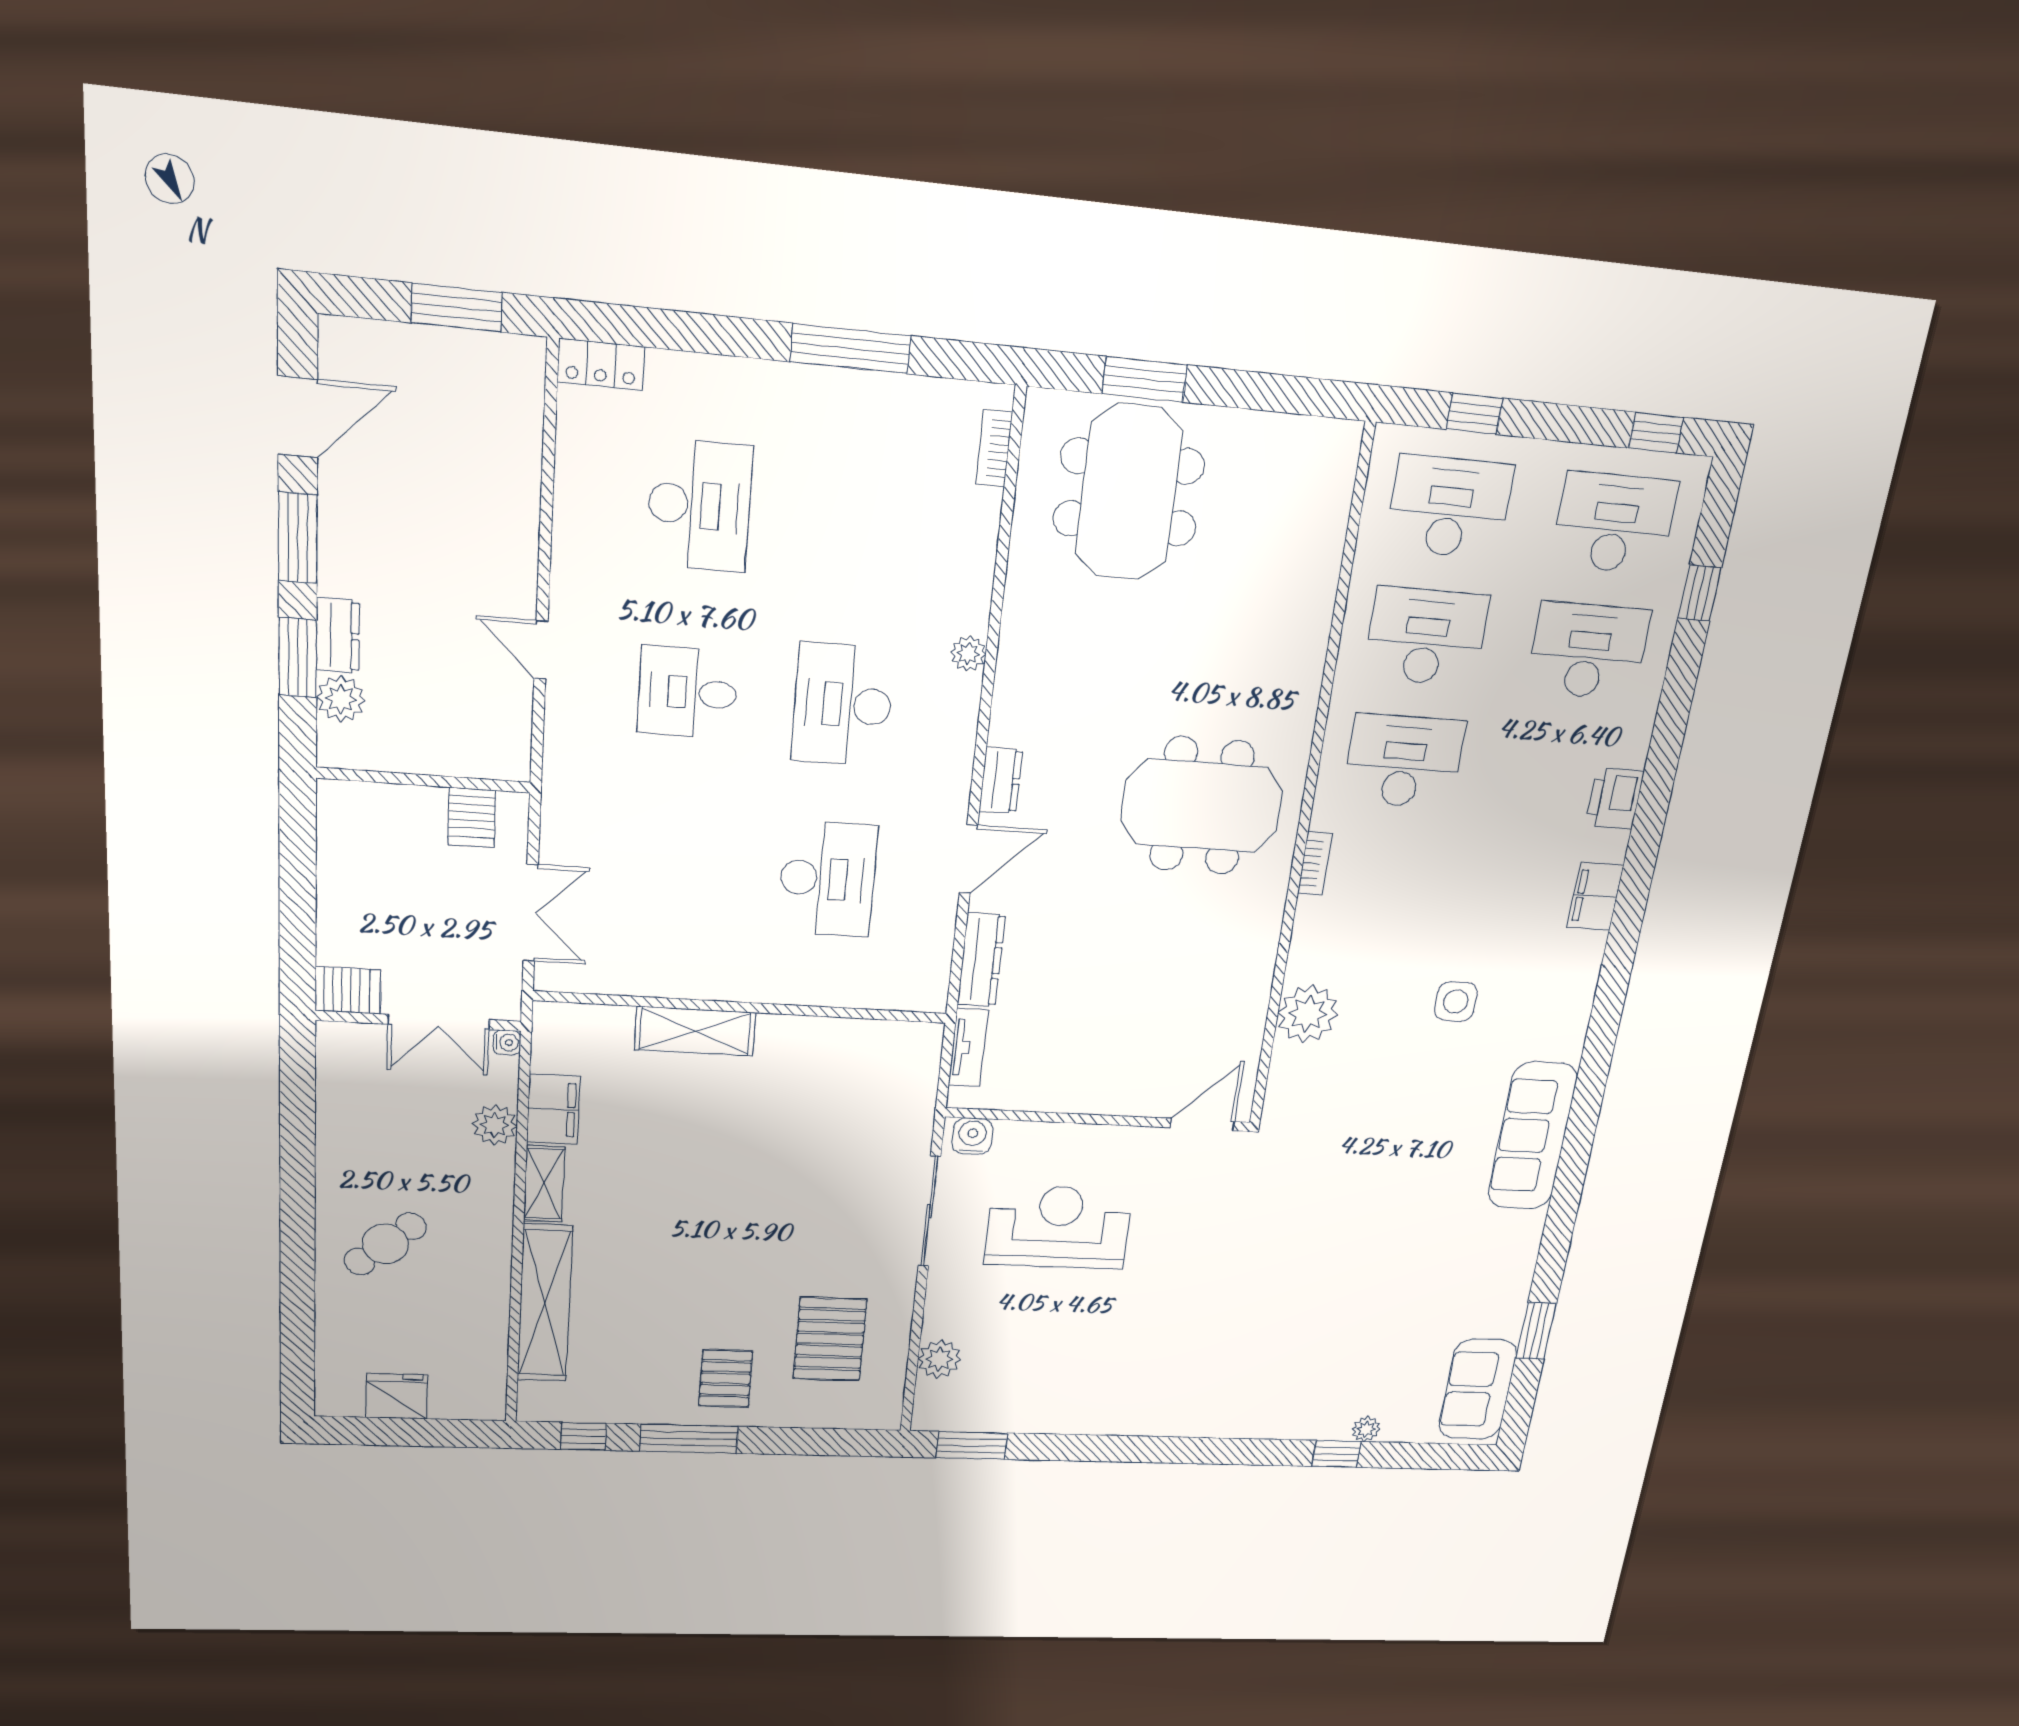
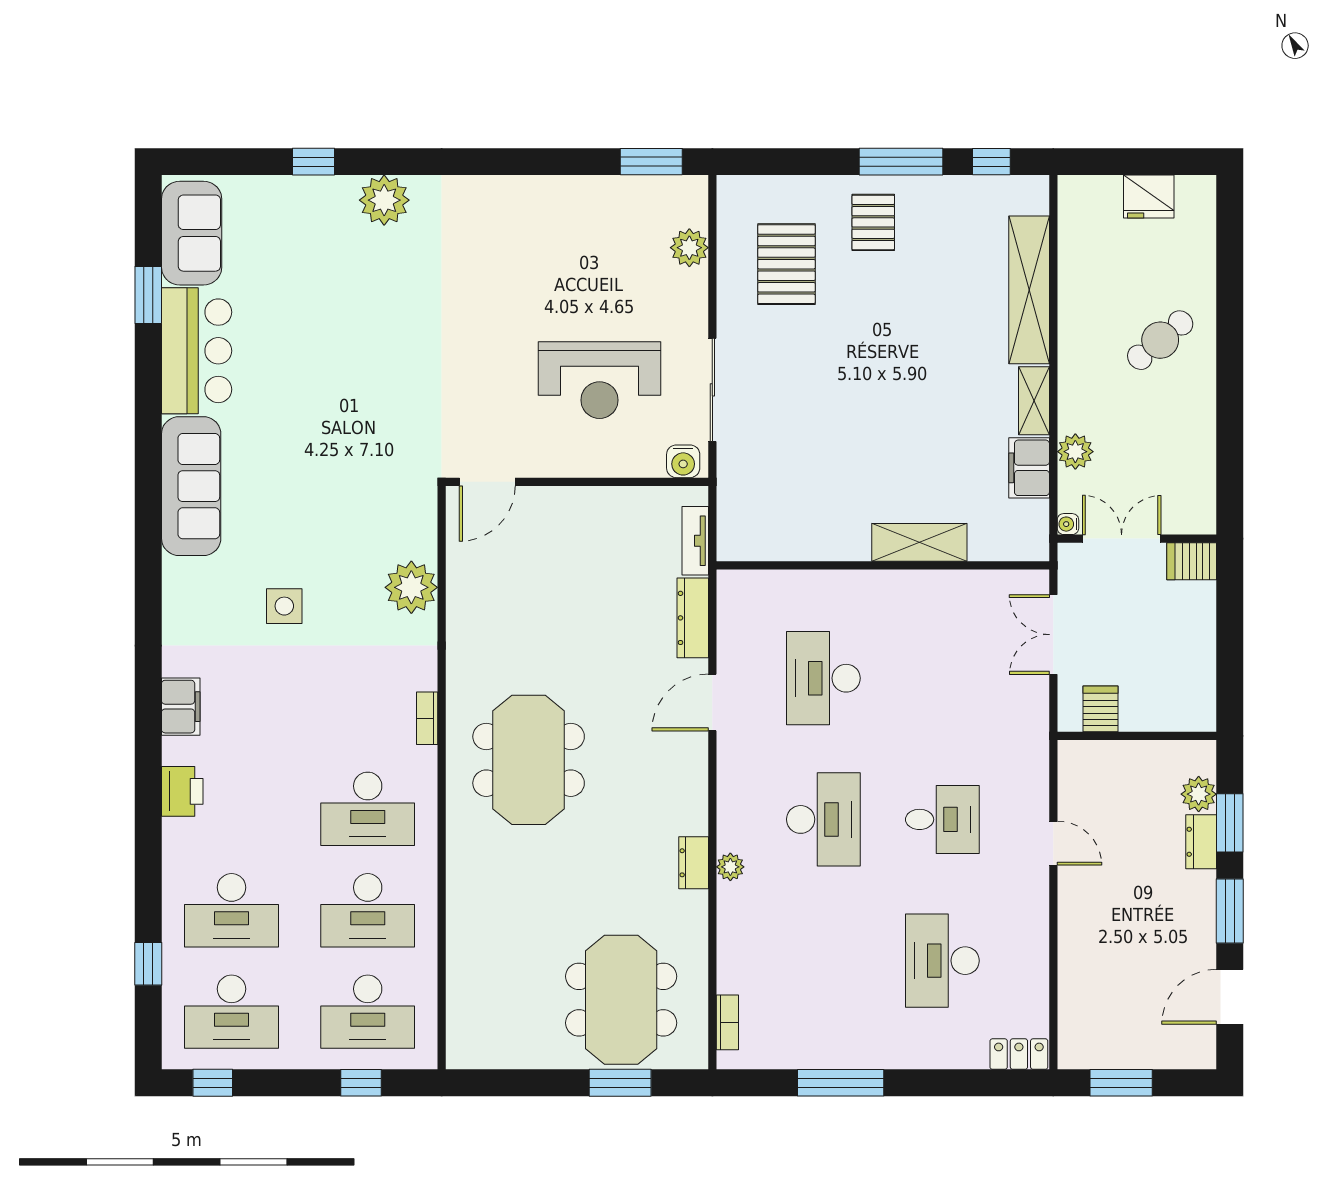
dresser: (1001, 780) -> (694, 863), moved
meeting table: (1202, 806) -> (529, 760), turned 90
bar counter: (1497, 1274) -> (197, 351), added
plant: (1366, 1429) -> (384, 200), moved, width x1.87, depth x1.87

